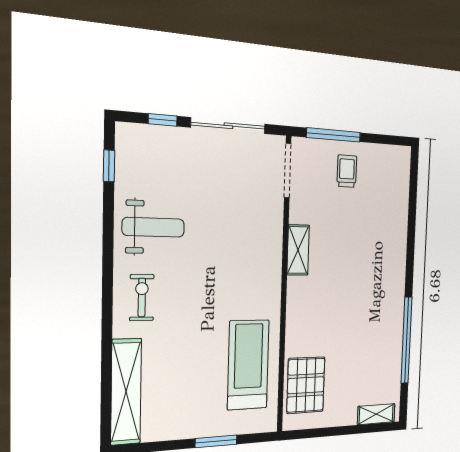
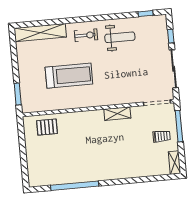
weight bench: (153, 227) -> (120, 37), turned -90
treadmill: (248, 365) -> (69, 76), moved
pallet: (306, 385) -> (47, 127), width x0.67, depth x0.71
shelving: (376, 414) -> (175, 163), moved
window: (216, 441) -> (18, 94), moved

